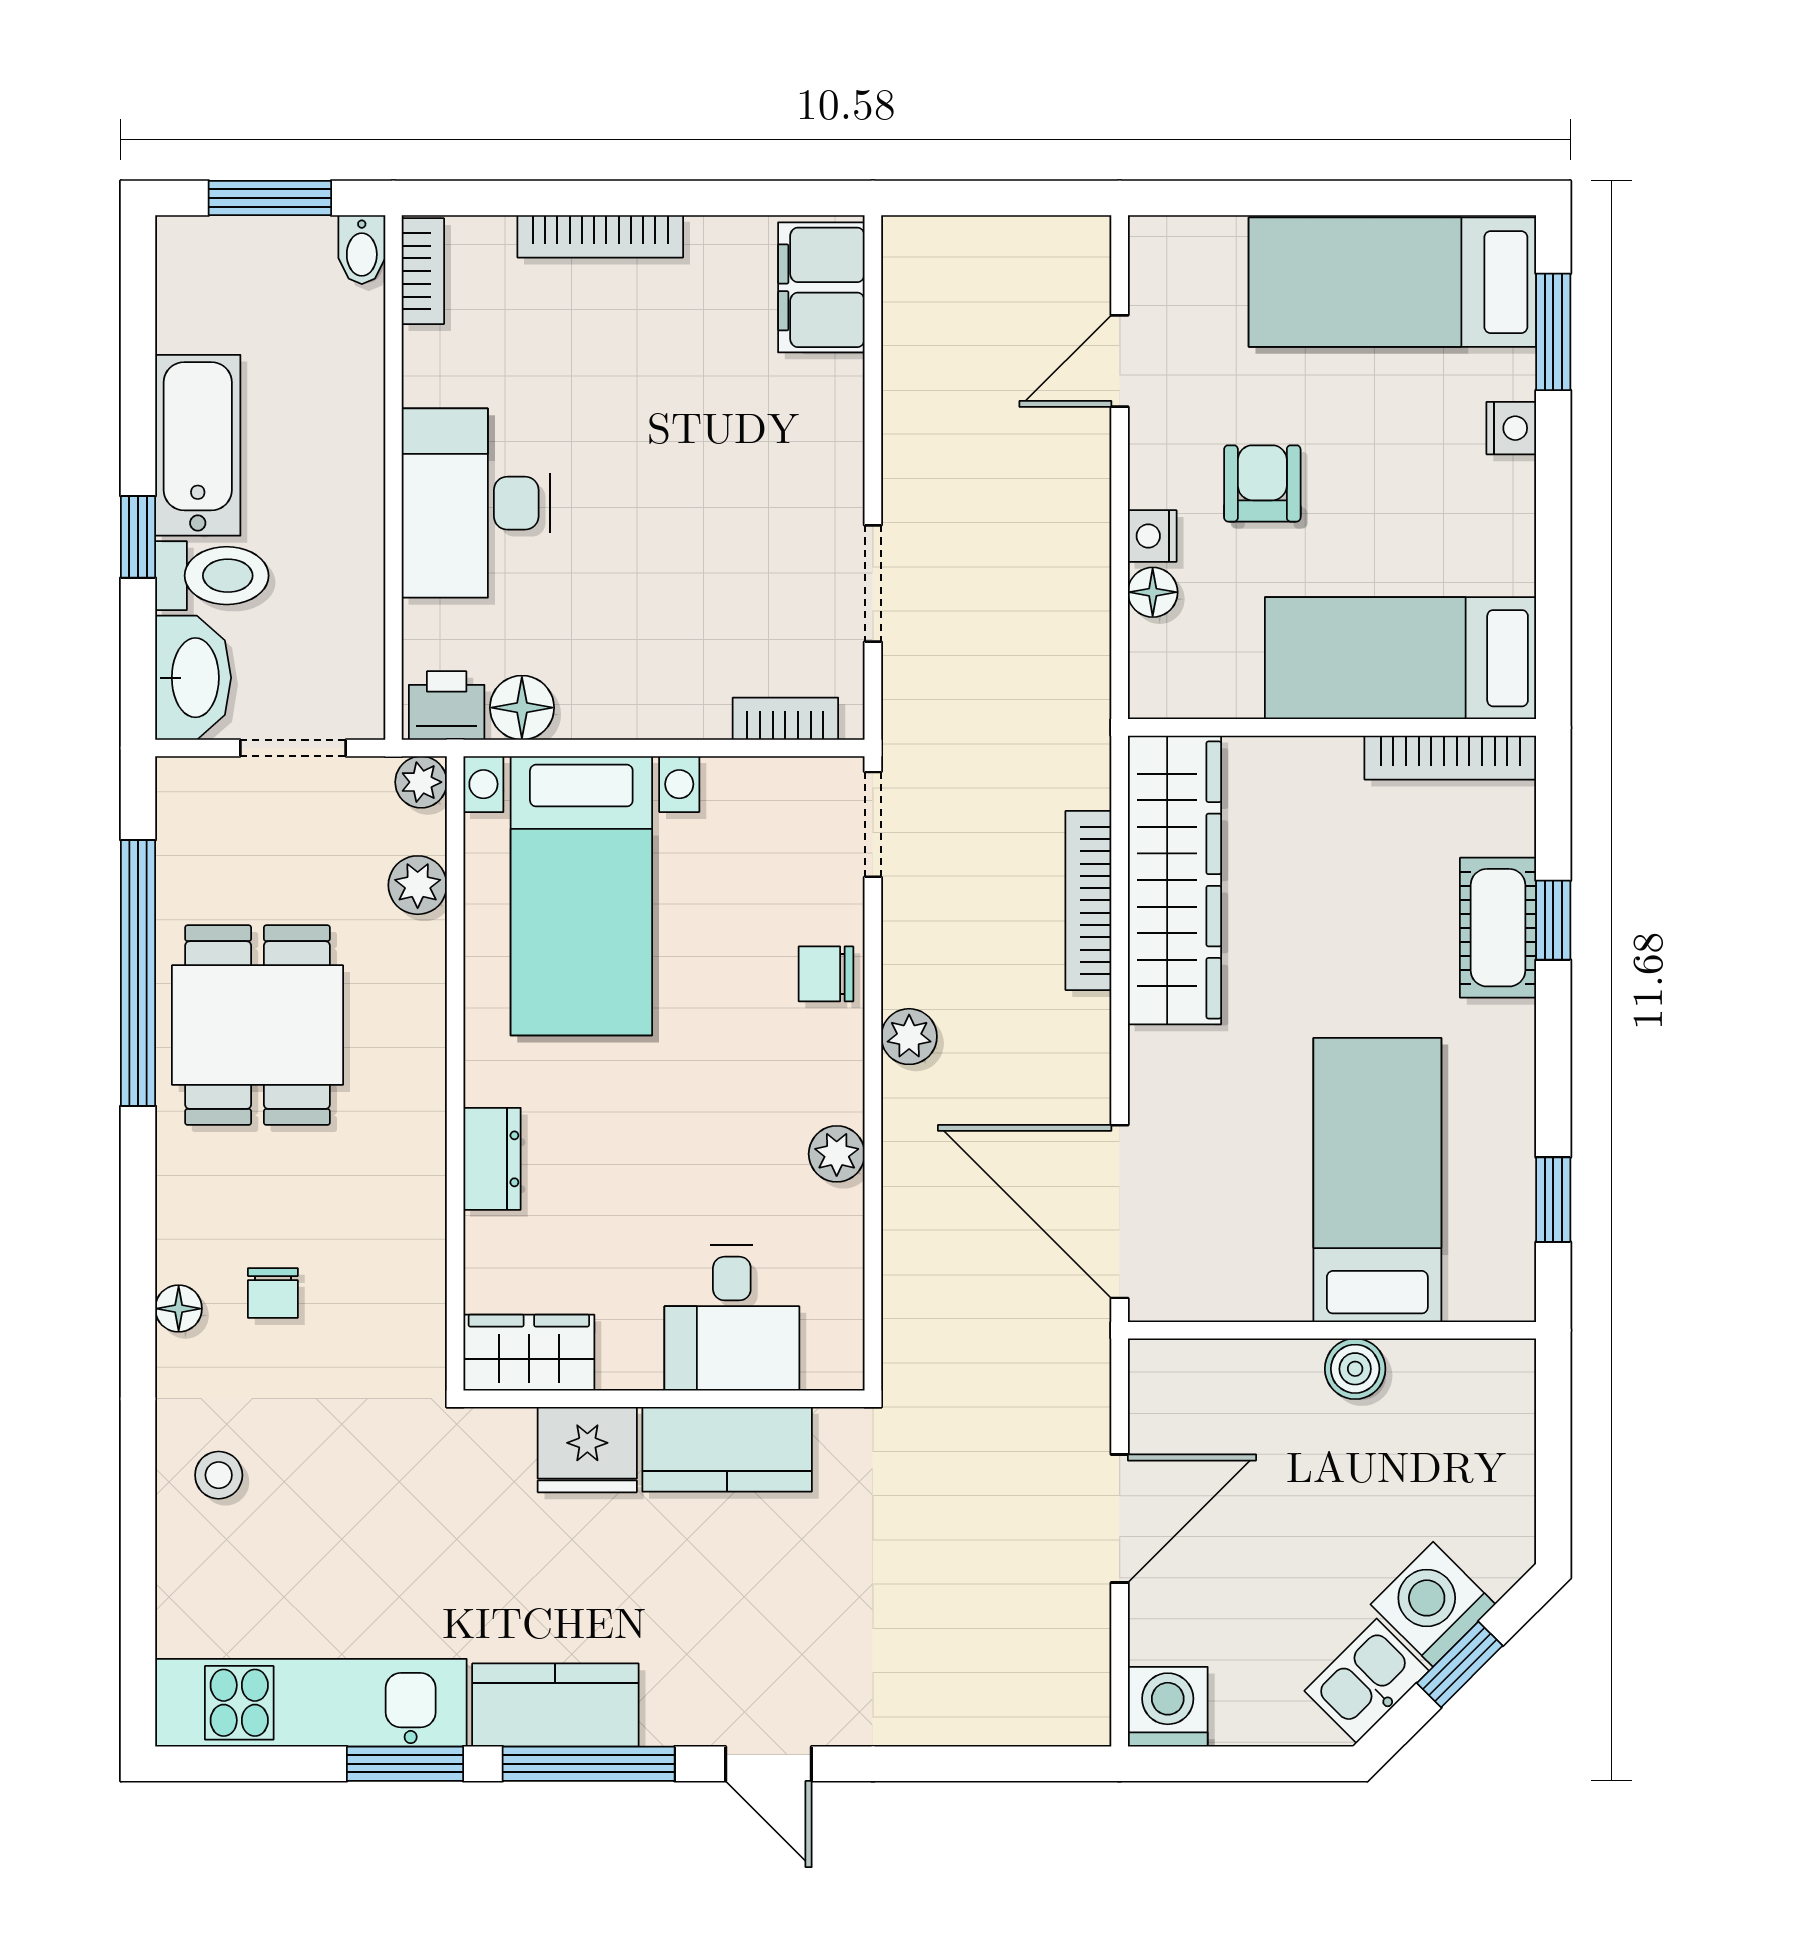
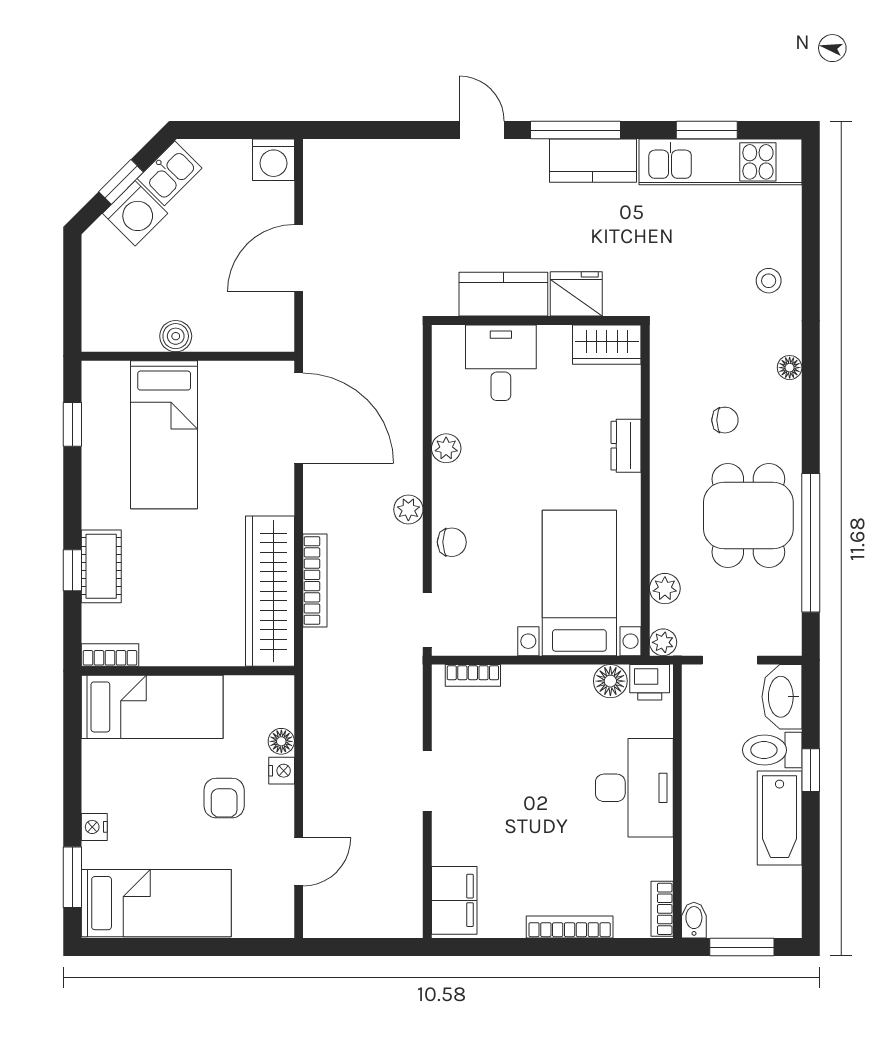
doorway: (873, 583) -> (427, 781), moved
bookcase: (1450, 758) -> (110, 655), width x0.64
chair: (273, 1293) -> (725, 420), moved, turned 90
window: (405, 1764) -> (707, 130), moved

